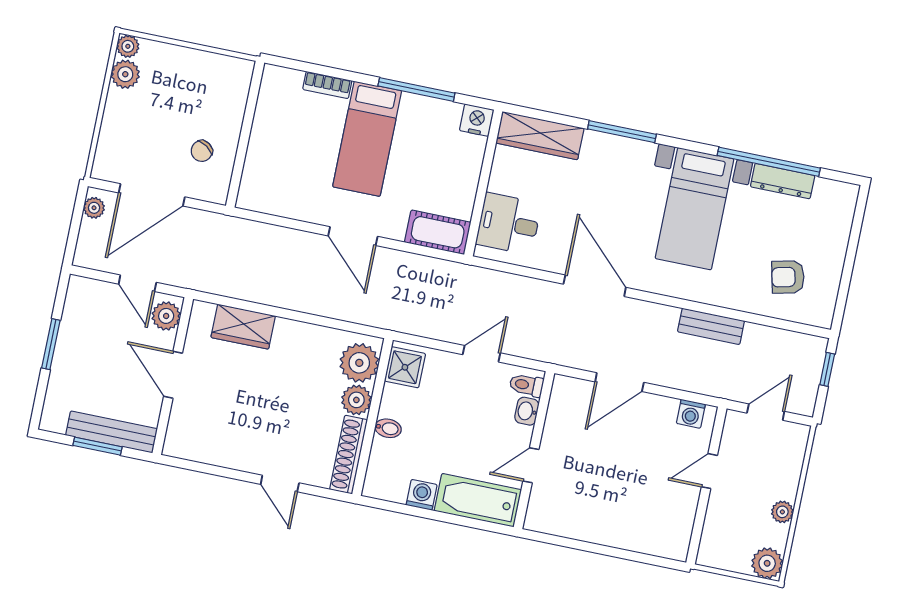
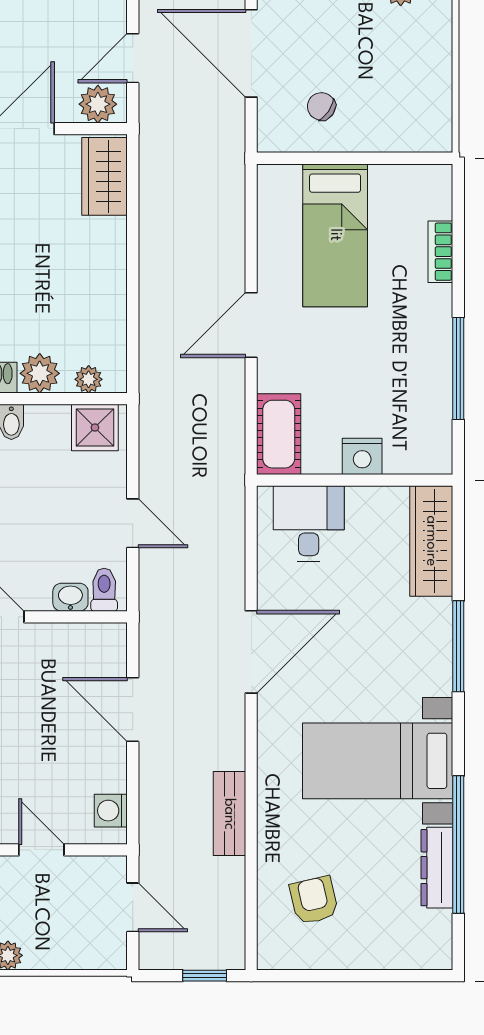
nightstand: (477, 120) -> (362, 456), moved, turned 90
bed: (367, 139) -> (335, 235), moved, turned -90
wardrobe: (243, 327) -> (105, 176), moved
plant: (359, 363) -> (89, 379), width x0.53, depth x0.53

